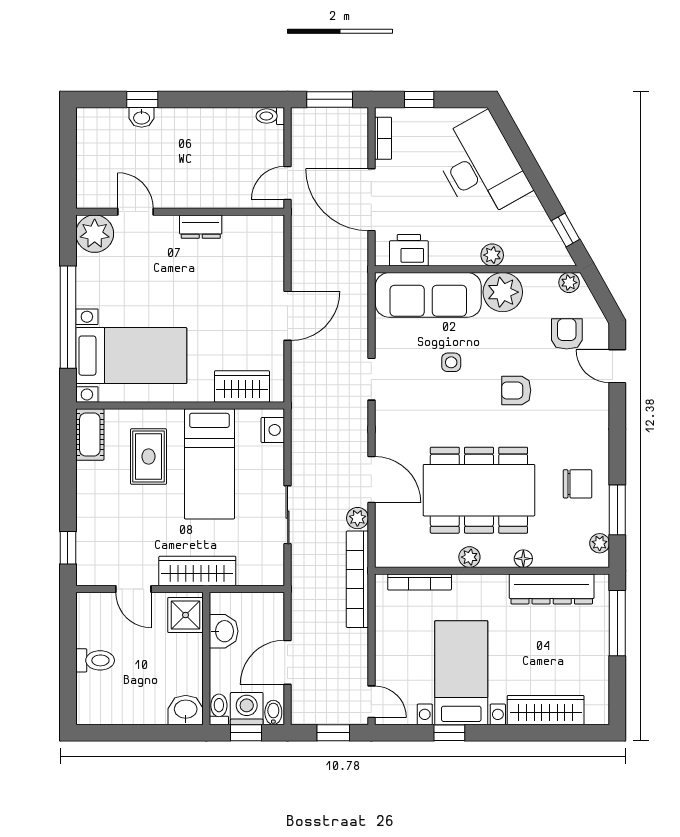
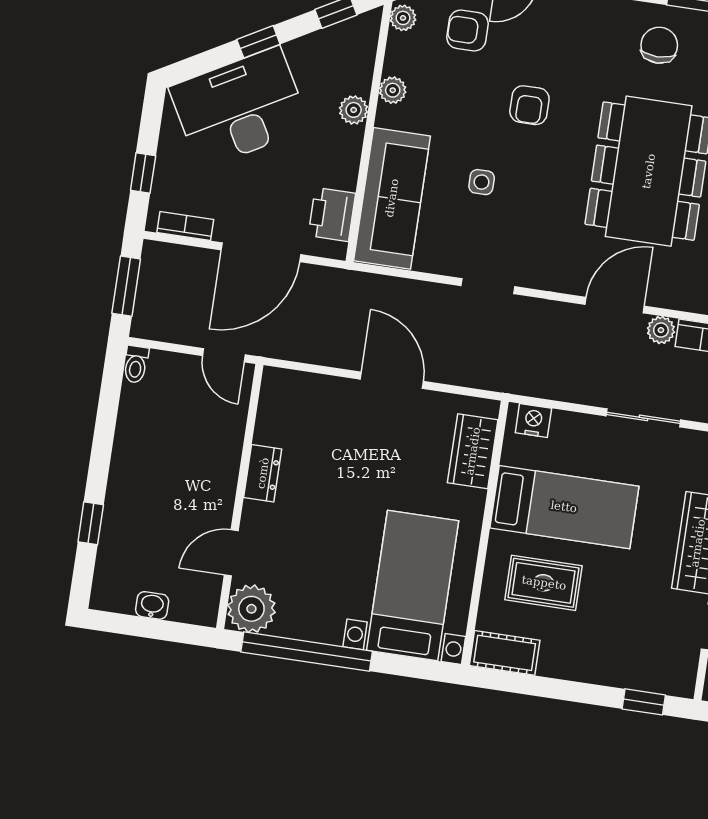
washbasin: (142, 117) -> (152, 605), moved, turned -90
window: (534, 174) -> (258, 42), added
plant: (503, 292) -> (393, 90), width x0.53, depth x0.53
window: (68, 317) -> (307, 652), moved

